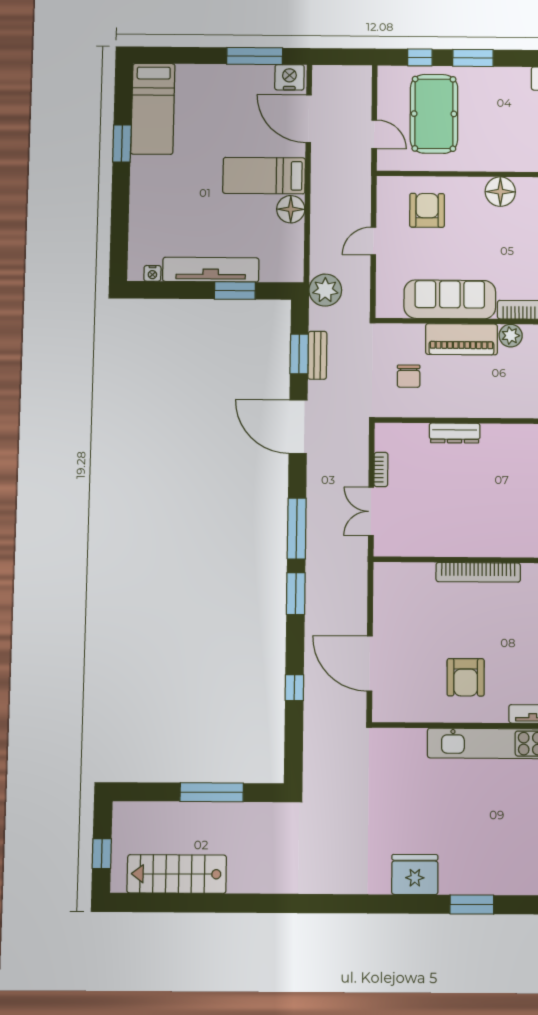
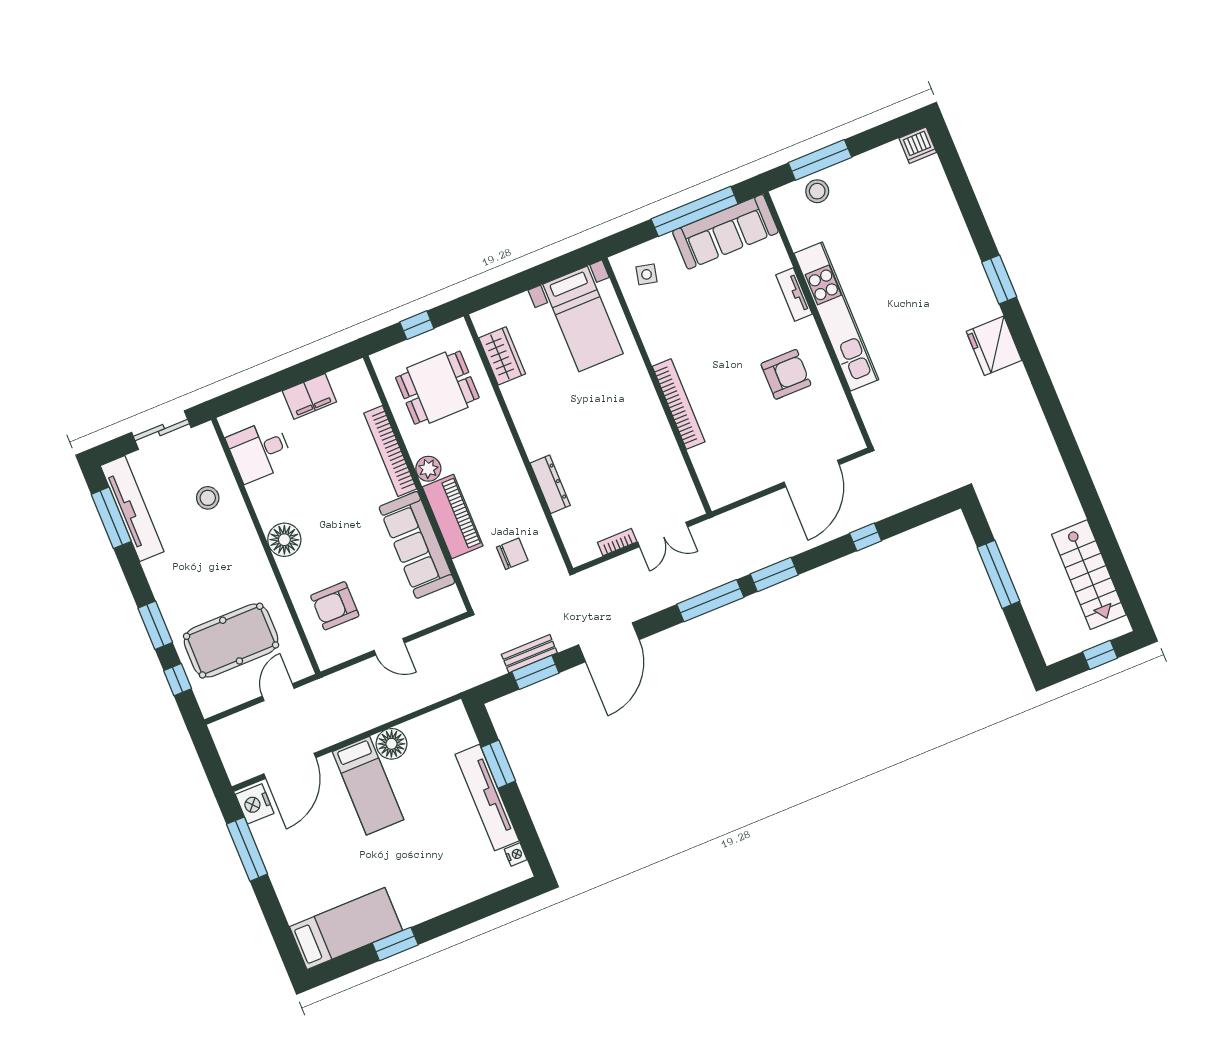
plant: (325, 290) -> (460, 674), removed

